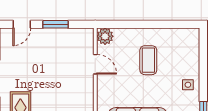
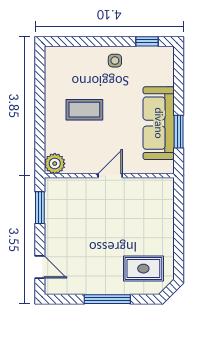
window: (56, 24) -> (40, 208), moved
door: (95, 64) -> (110, 176), moved

